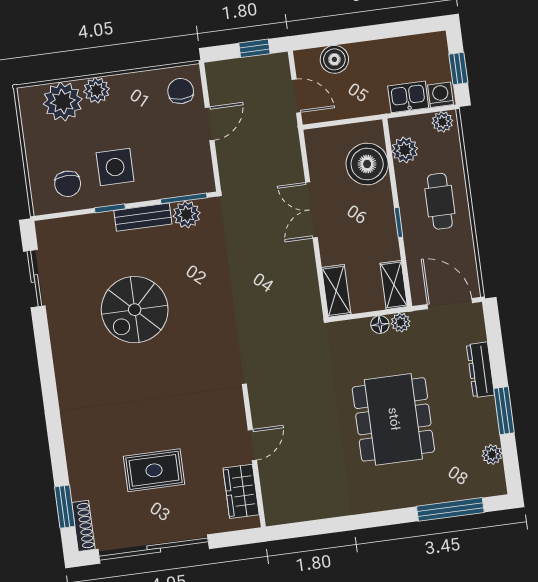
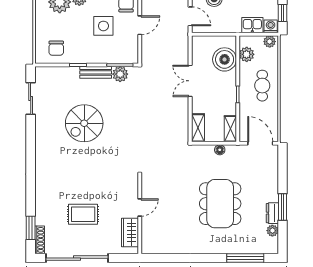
side table: (115, 167) -> (103, 26), moved
plant: (401, 322) -> (231, 150), removed
dresser: (480, 370) -> (272, 213), moved, width x0.70

